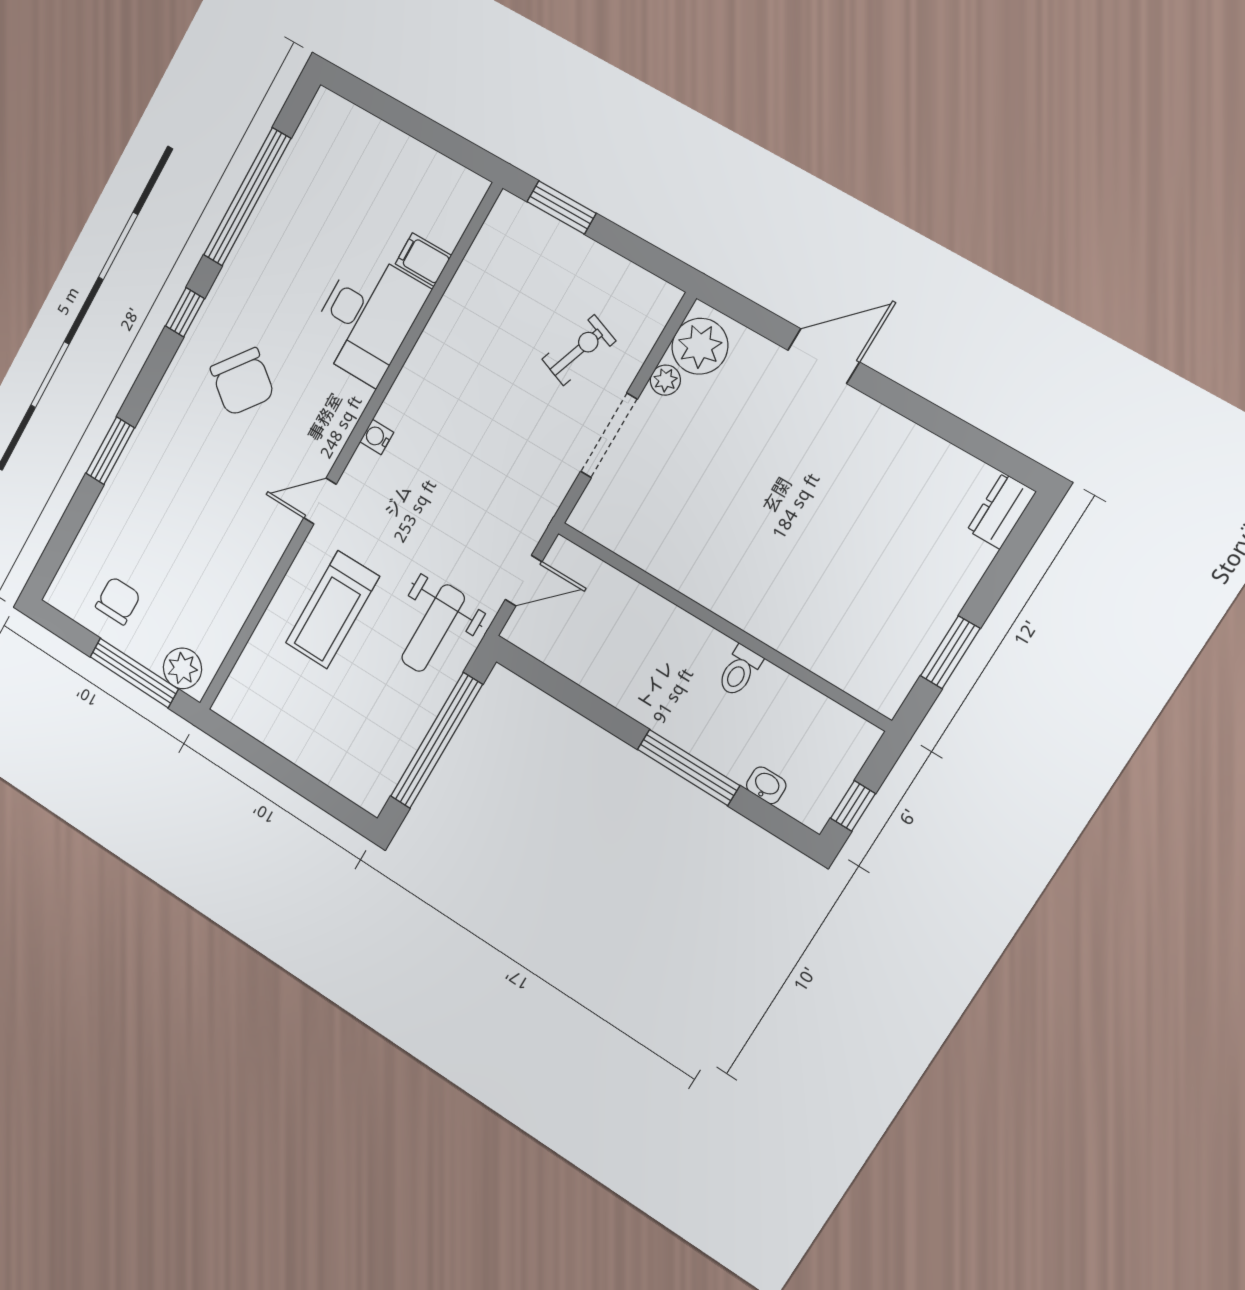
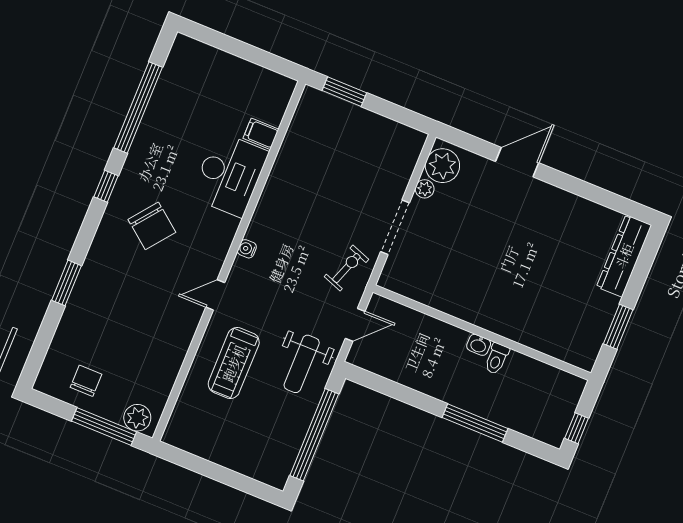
exercise bike: (579, 350) -> (346, 268), moved
dresser: (1001, 511) -> (624, 256), width x1.96, depth x1.24
washbasin: (766, 785) -> (479, 345), moved, turned 180

